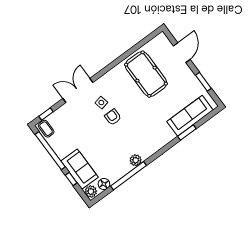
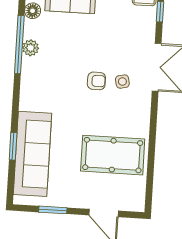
sofa: (190, 116) -> (32, 154), width x1.36, depth x1.27
plant: (136, 160) -> (31, 48), moved

